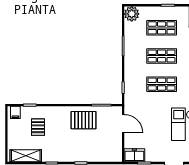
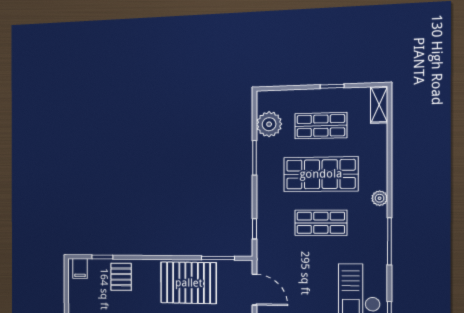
plant: (132, 14) -> (269, 124), moved
shop shelf: (162, 56) -> (321, 174), width x1.43, depth x1.36
pallet: (84, 120) -> (189, 283), width x1.37, depth x1.41
pallet: (38, 127) -> (121, 277), moved

